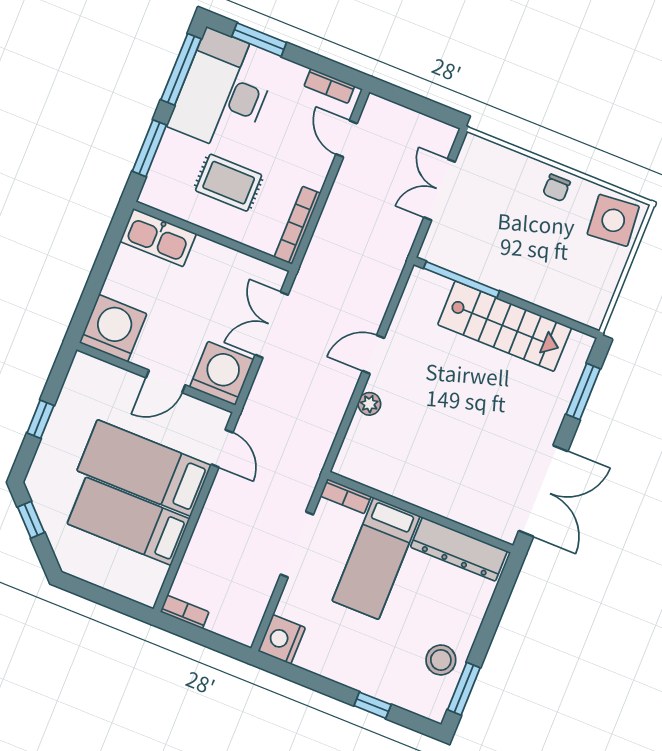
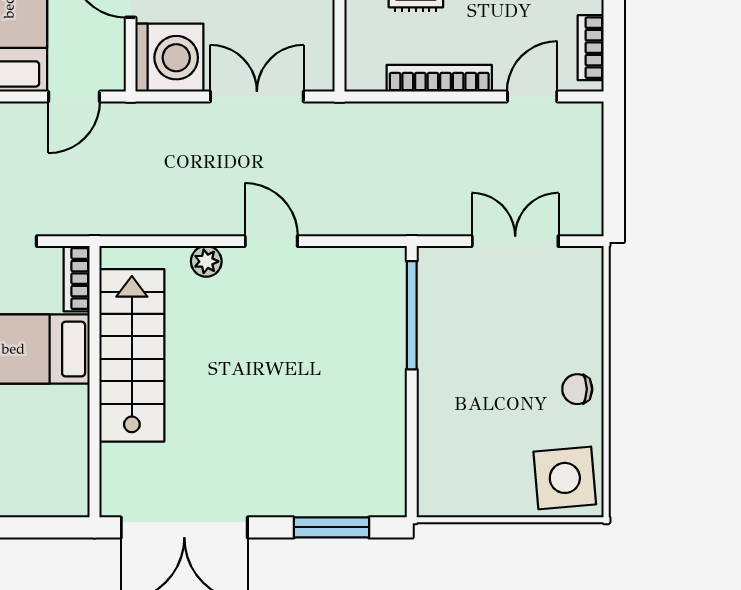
bookcase: (297, 225) -> (439, 78), moved
stairs: (505, 326) -> (132, 355), moved, turned 180
dresser: (459, 549) -> (67, 450), removed

